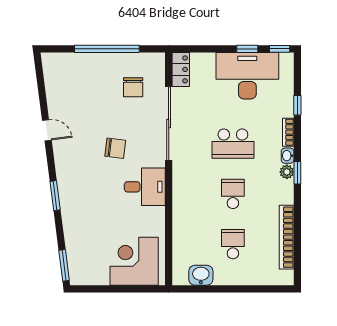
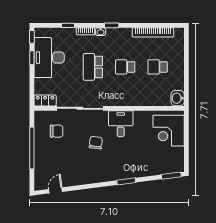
door: (47, 130) -> (55, 190), moved
school desk: (233, 144) -> (93, 67), turned 180
plant: (287, 172) -> (111, 32), removed
washbasin: (201, 275) -> (178, 98), moved

